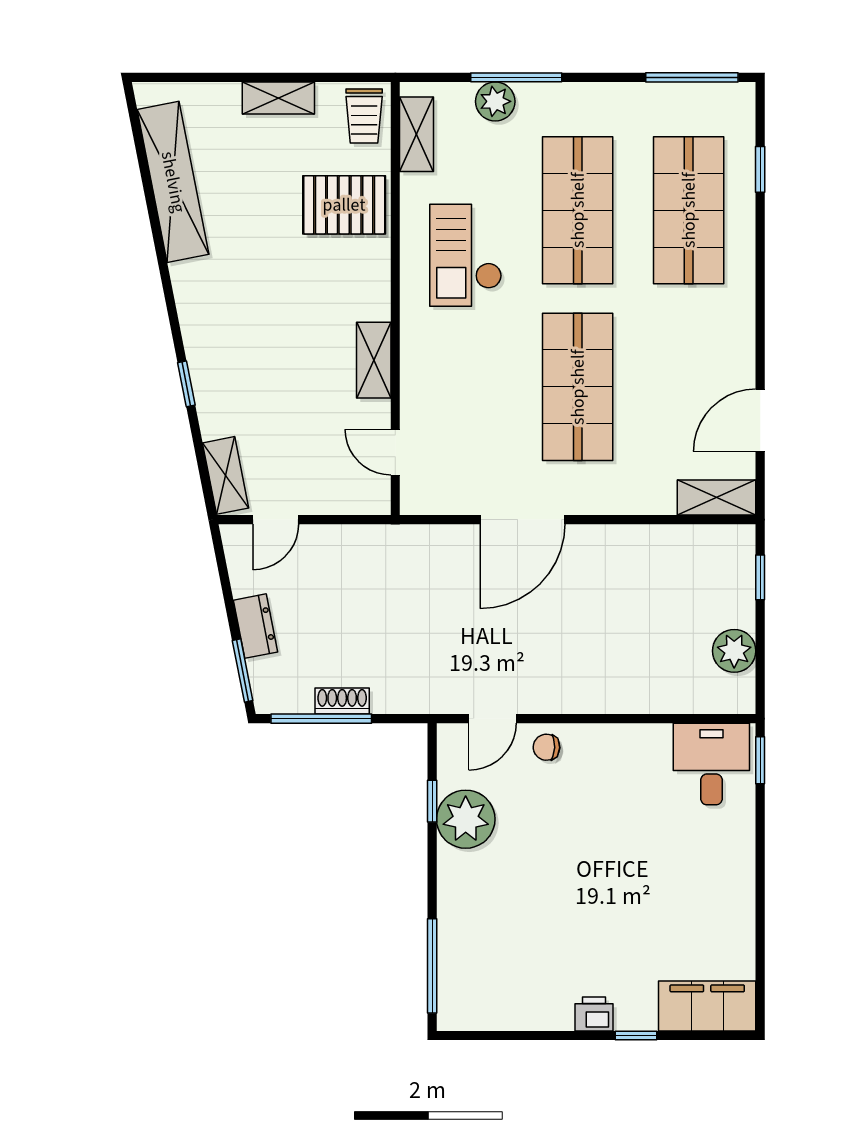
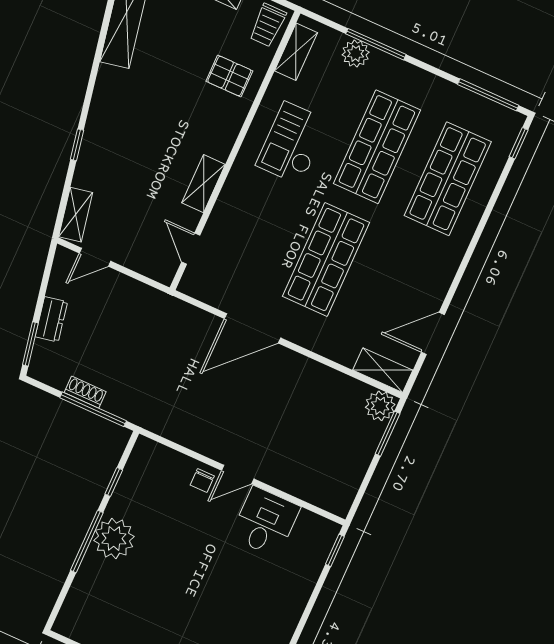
window: (760, 169) -> (519, 143), moved
pallet: (344, 205) -> (229, 76), width x0.67, depth x0.71
window: (760, 577) -> (388, 434), width x1.50
plant: (734, 651) -> (380, 406), moved
window: (321, 719) -> (93, 409), moved
door: (493, 719) -> (238, 475), moved
chair: (546, 747) -> (202, 480), turned -92
desk: (711, 764) -> (265, 522), moved
plant: (466, 819) -> (114, 538), moved
window: (432, 966) -> (87, 542), moved

